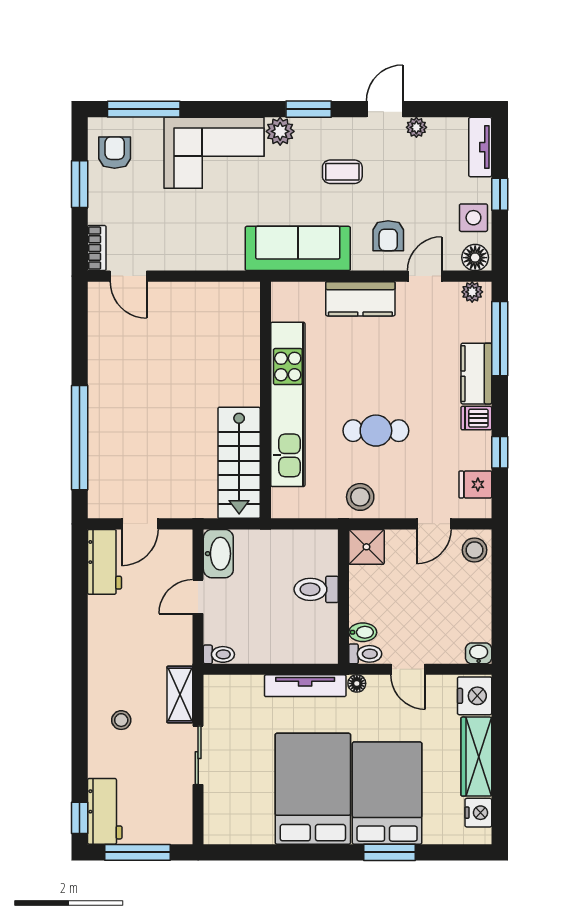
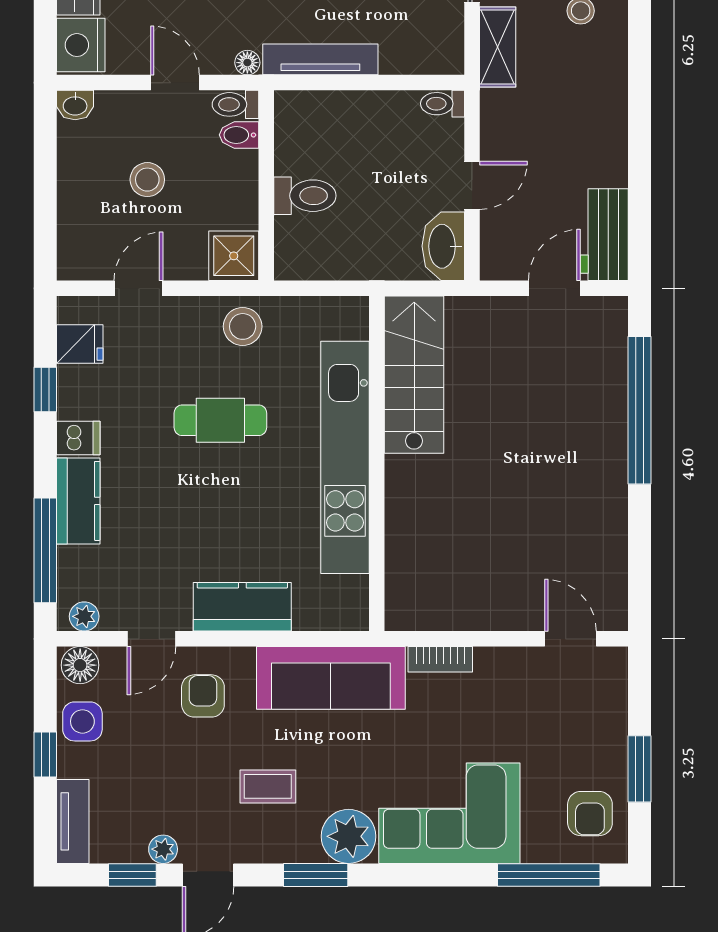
window: (438, 109) -> (132, 875), added
plant: (280, 131) -> (349, 836), width x1.36, depth x1.36
bookcase: (97, 248) -> (440, 659), moved, turned -90
stool: (474, 550) -> (147, 180), moved

